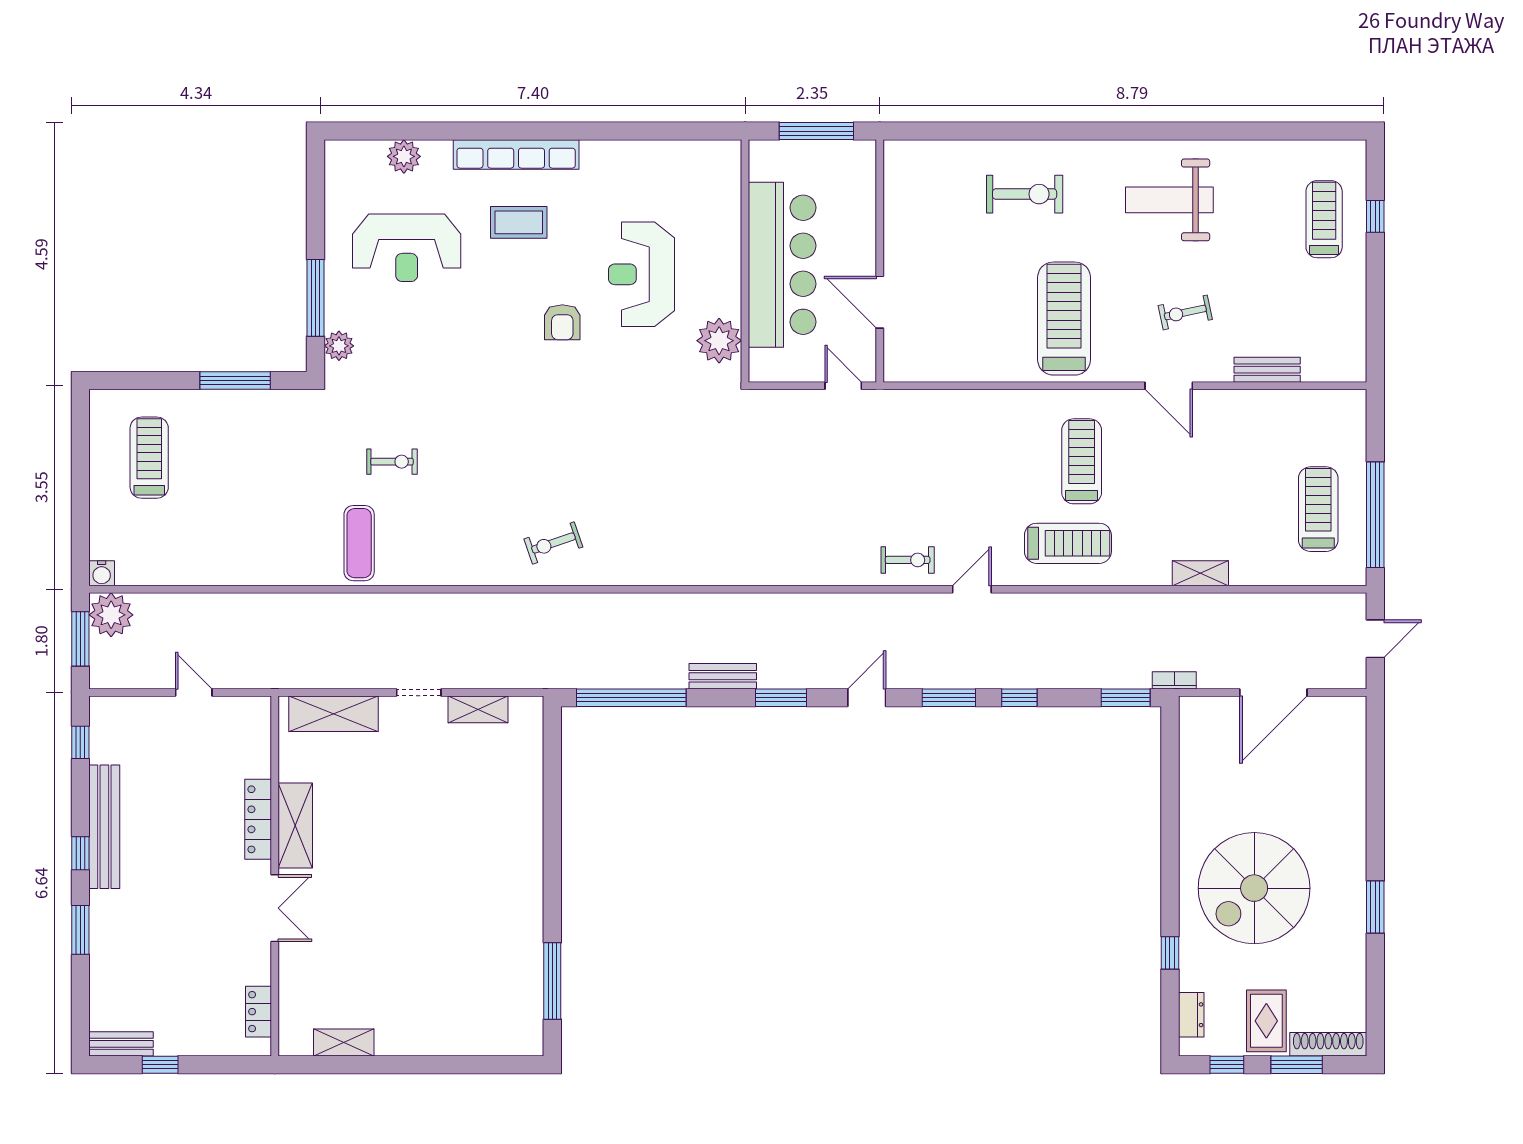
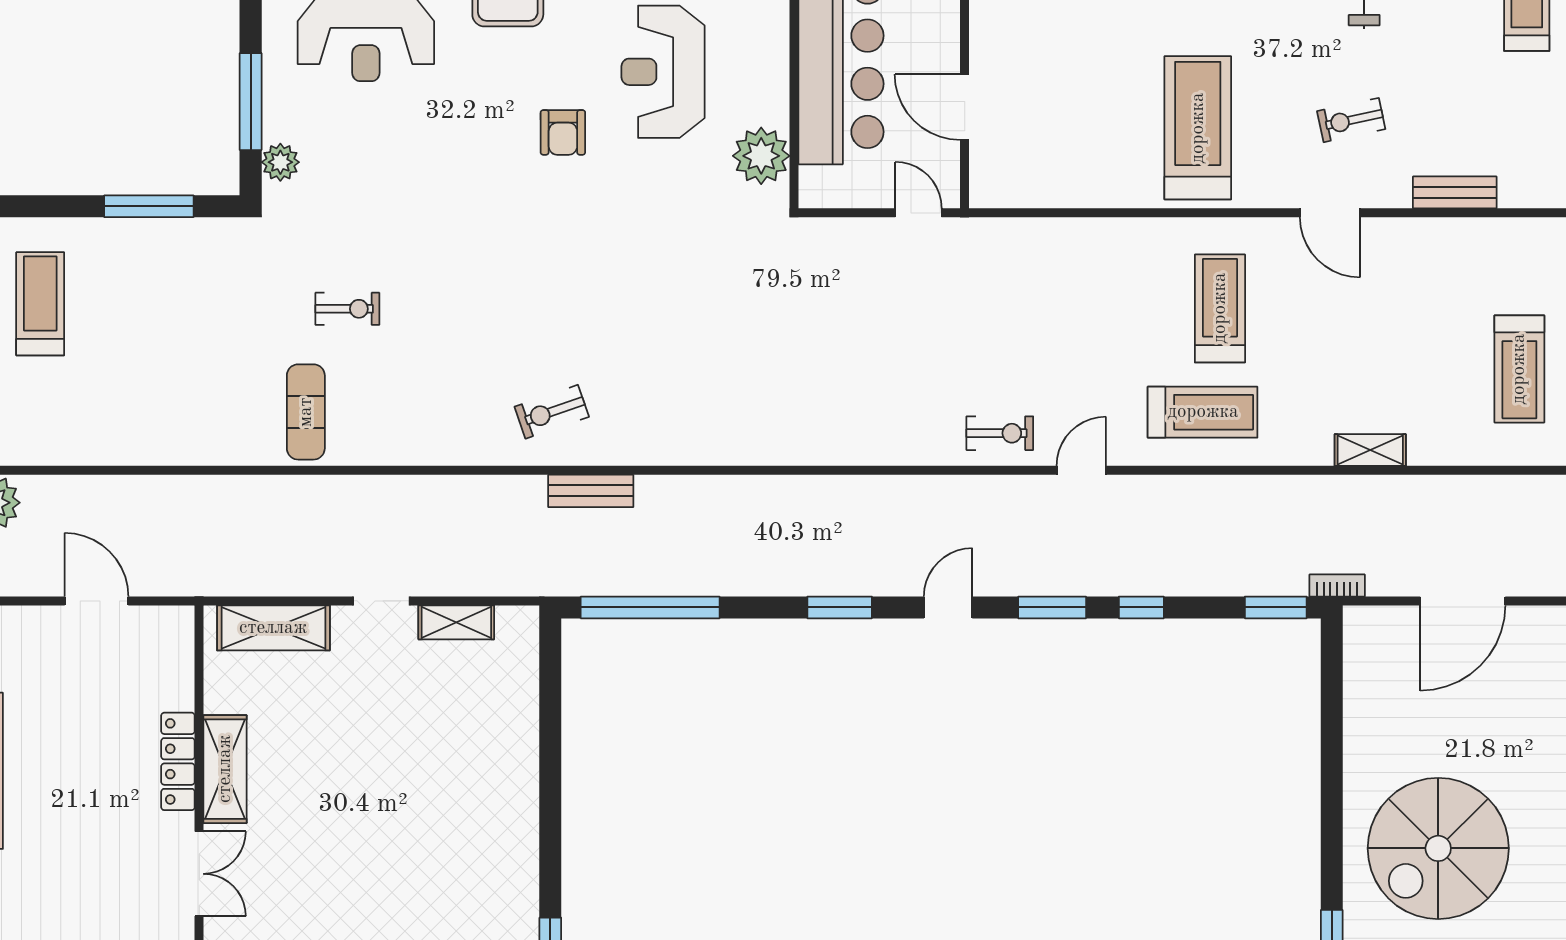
treadmill: (1318, 509) -> (1519, 369), turned 180
bench: (723, 676) -> (591, 491), moved
door: (194, 693) -> (97, 601), width x1.38

